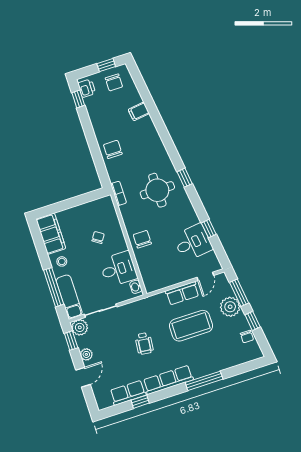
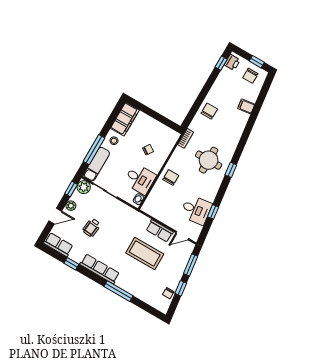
plant: (230, 307) -> (177, 267), removed
wheelchair: (144, 343) -> (92, 228), moved
row of seats: (128, 393) -> (58, 245), moved

